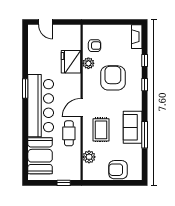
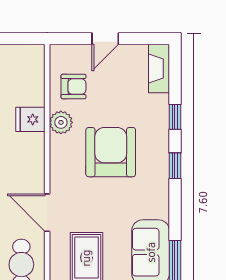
door: (110, 22) -> (105, 39), added
fridge: (71, 62) -> (30, 119), width x0.53, depth x0.75
door: (82, 108) -> (47, 213), hinge flipped

